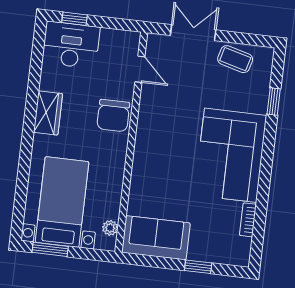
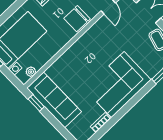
sofa: (156, 238) -> (54, 100), width x1.36
window: (198, 267) -> (36, 103), moved

